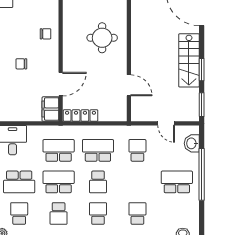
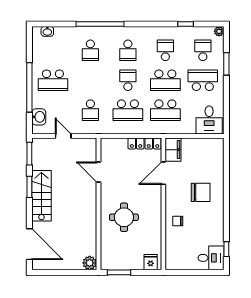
chair: (21, 64) -> (201, 192), width x1.87, depth x1.87
school desk: (19, 213) -> (203, 50), turned 180

